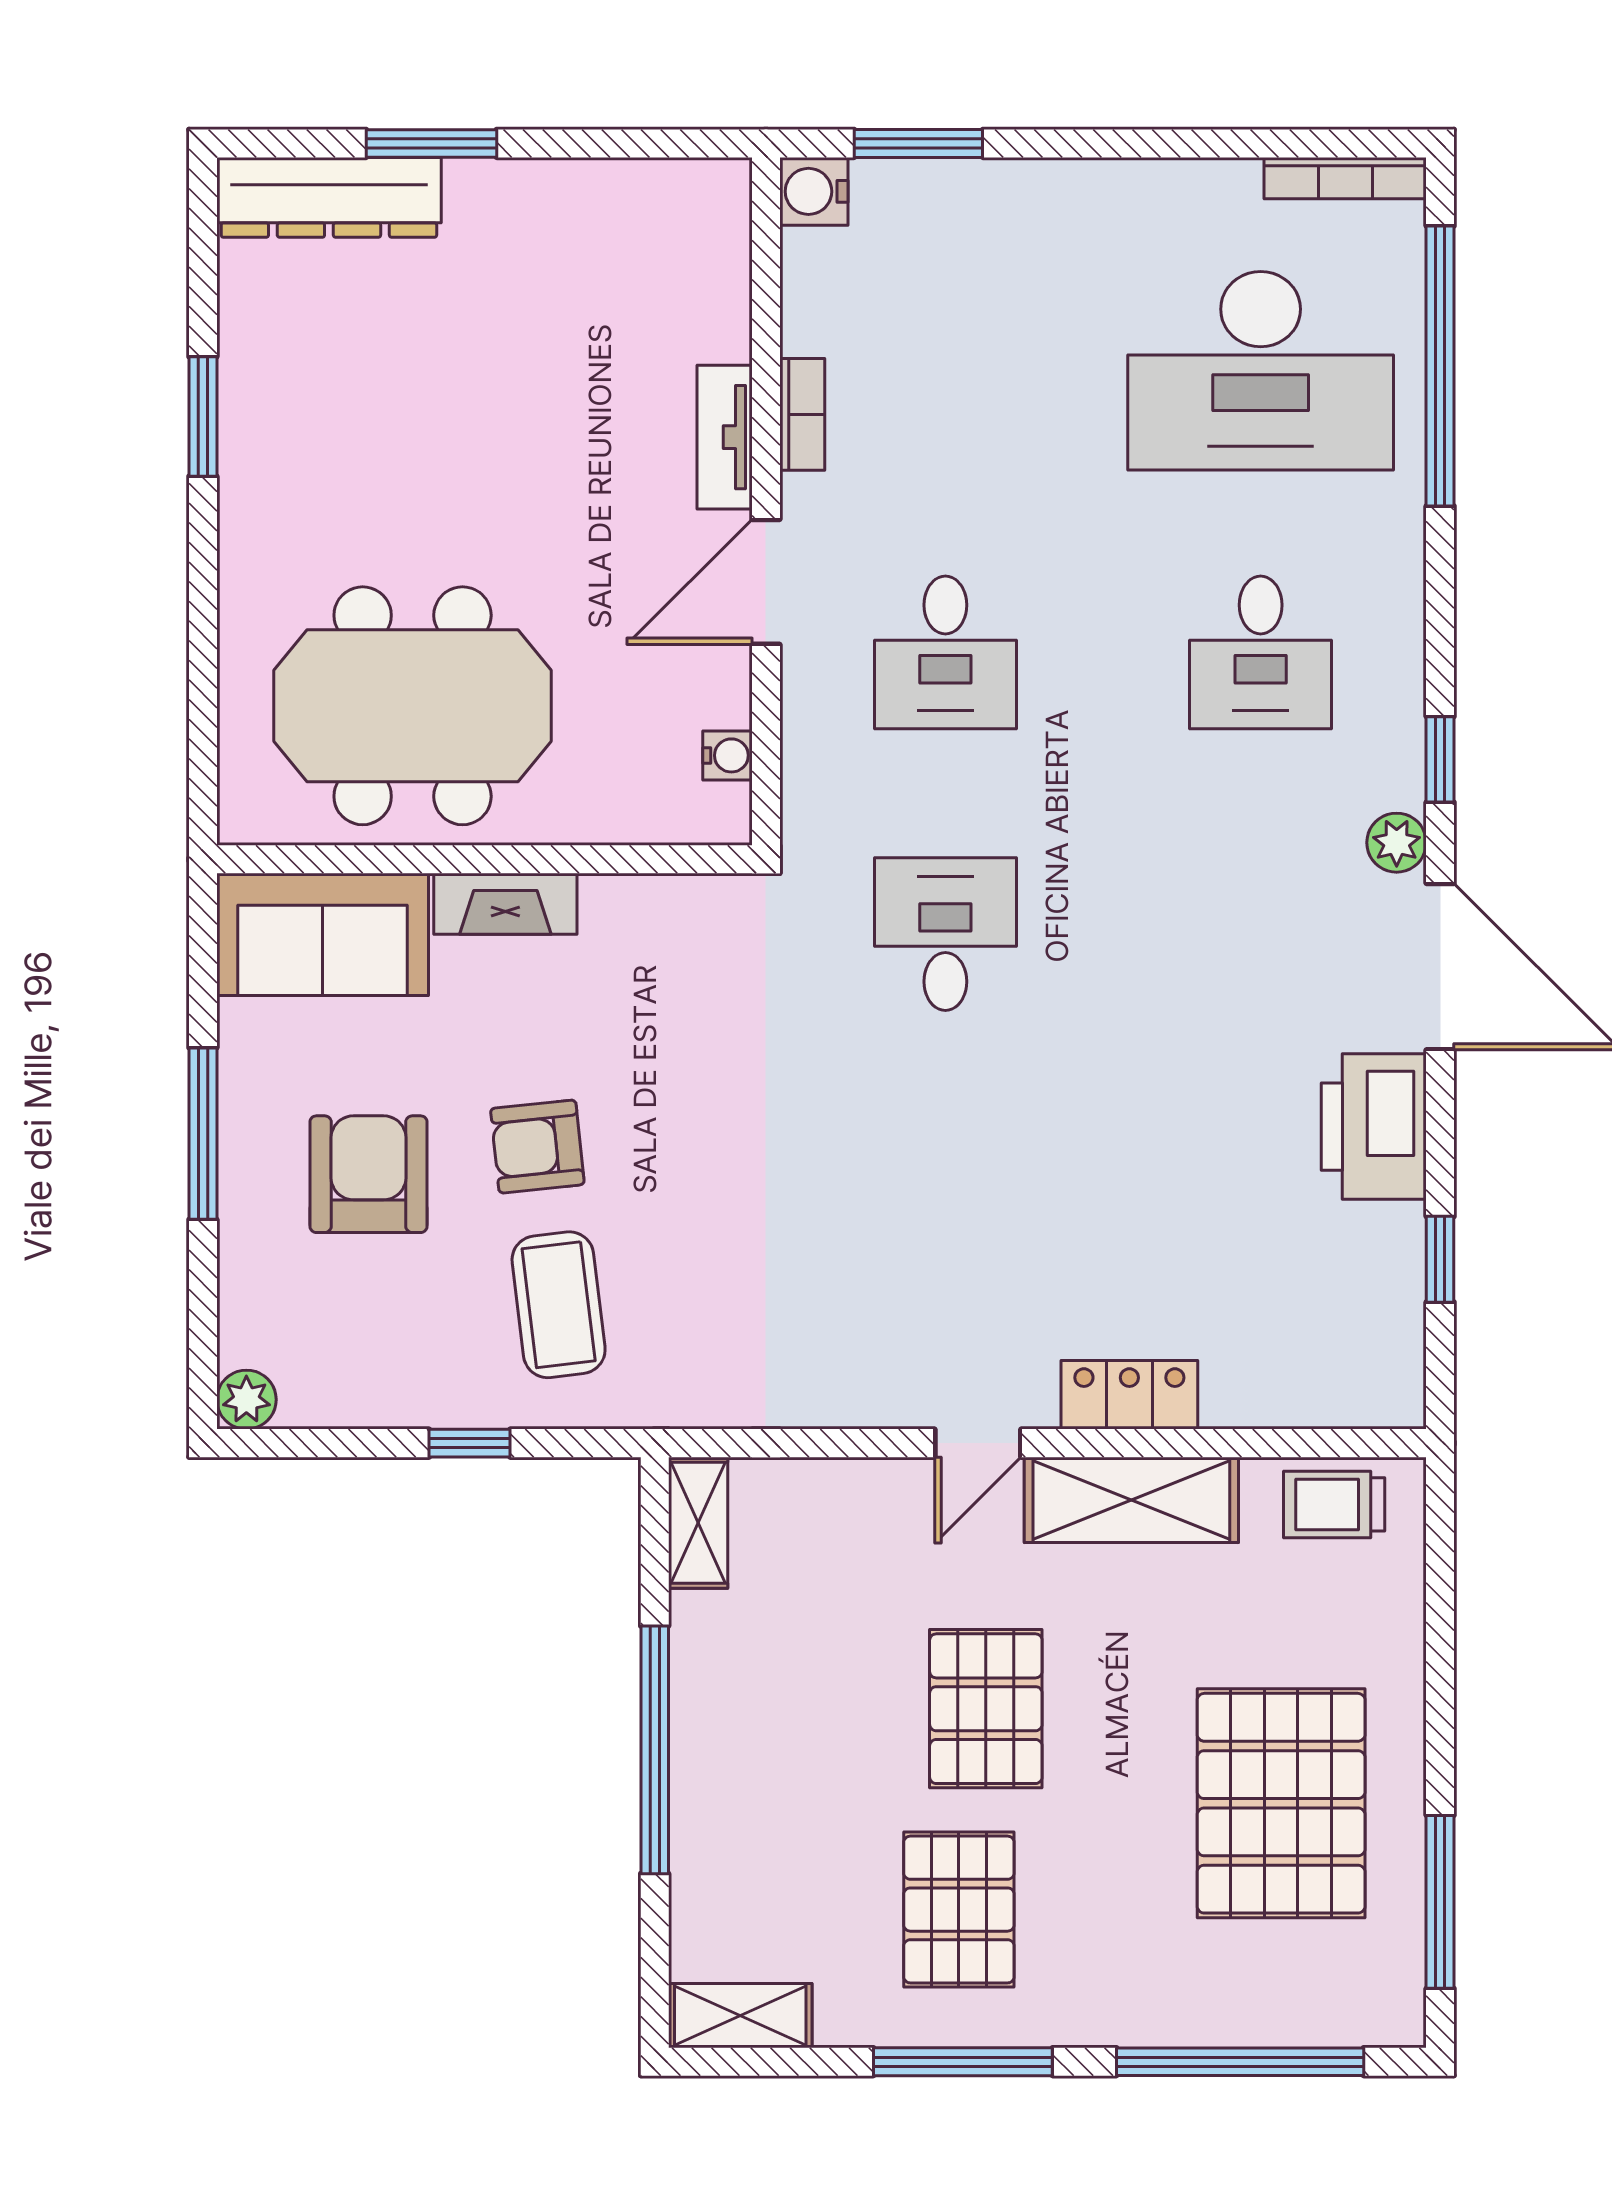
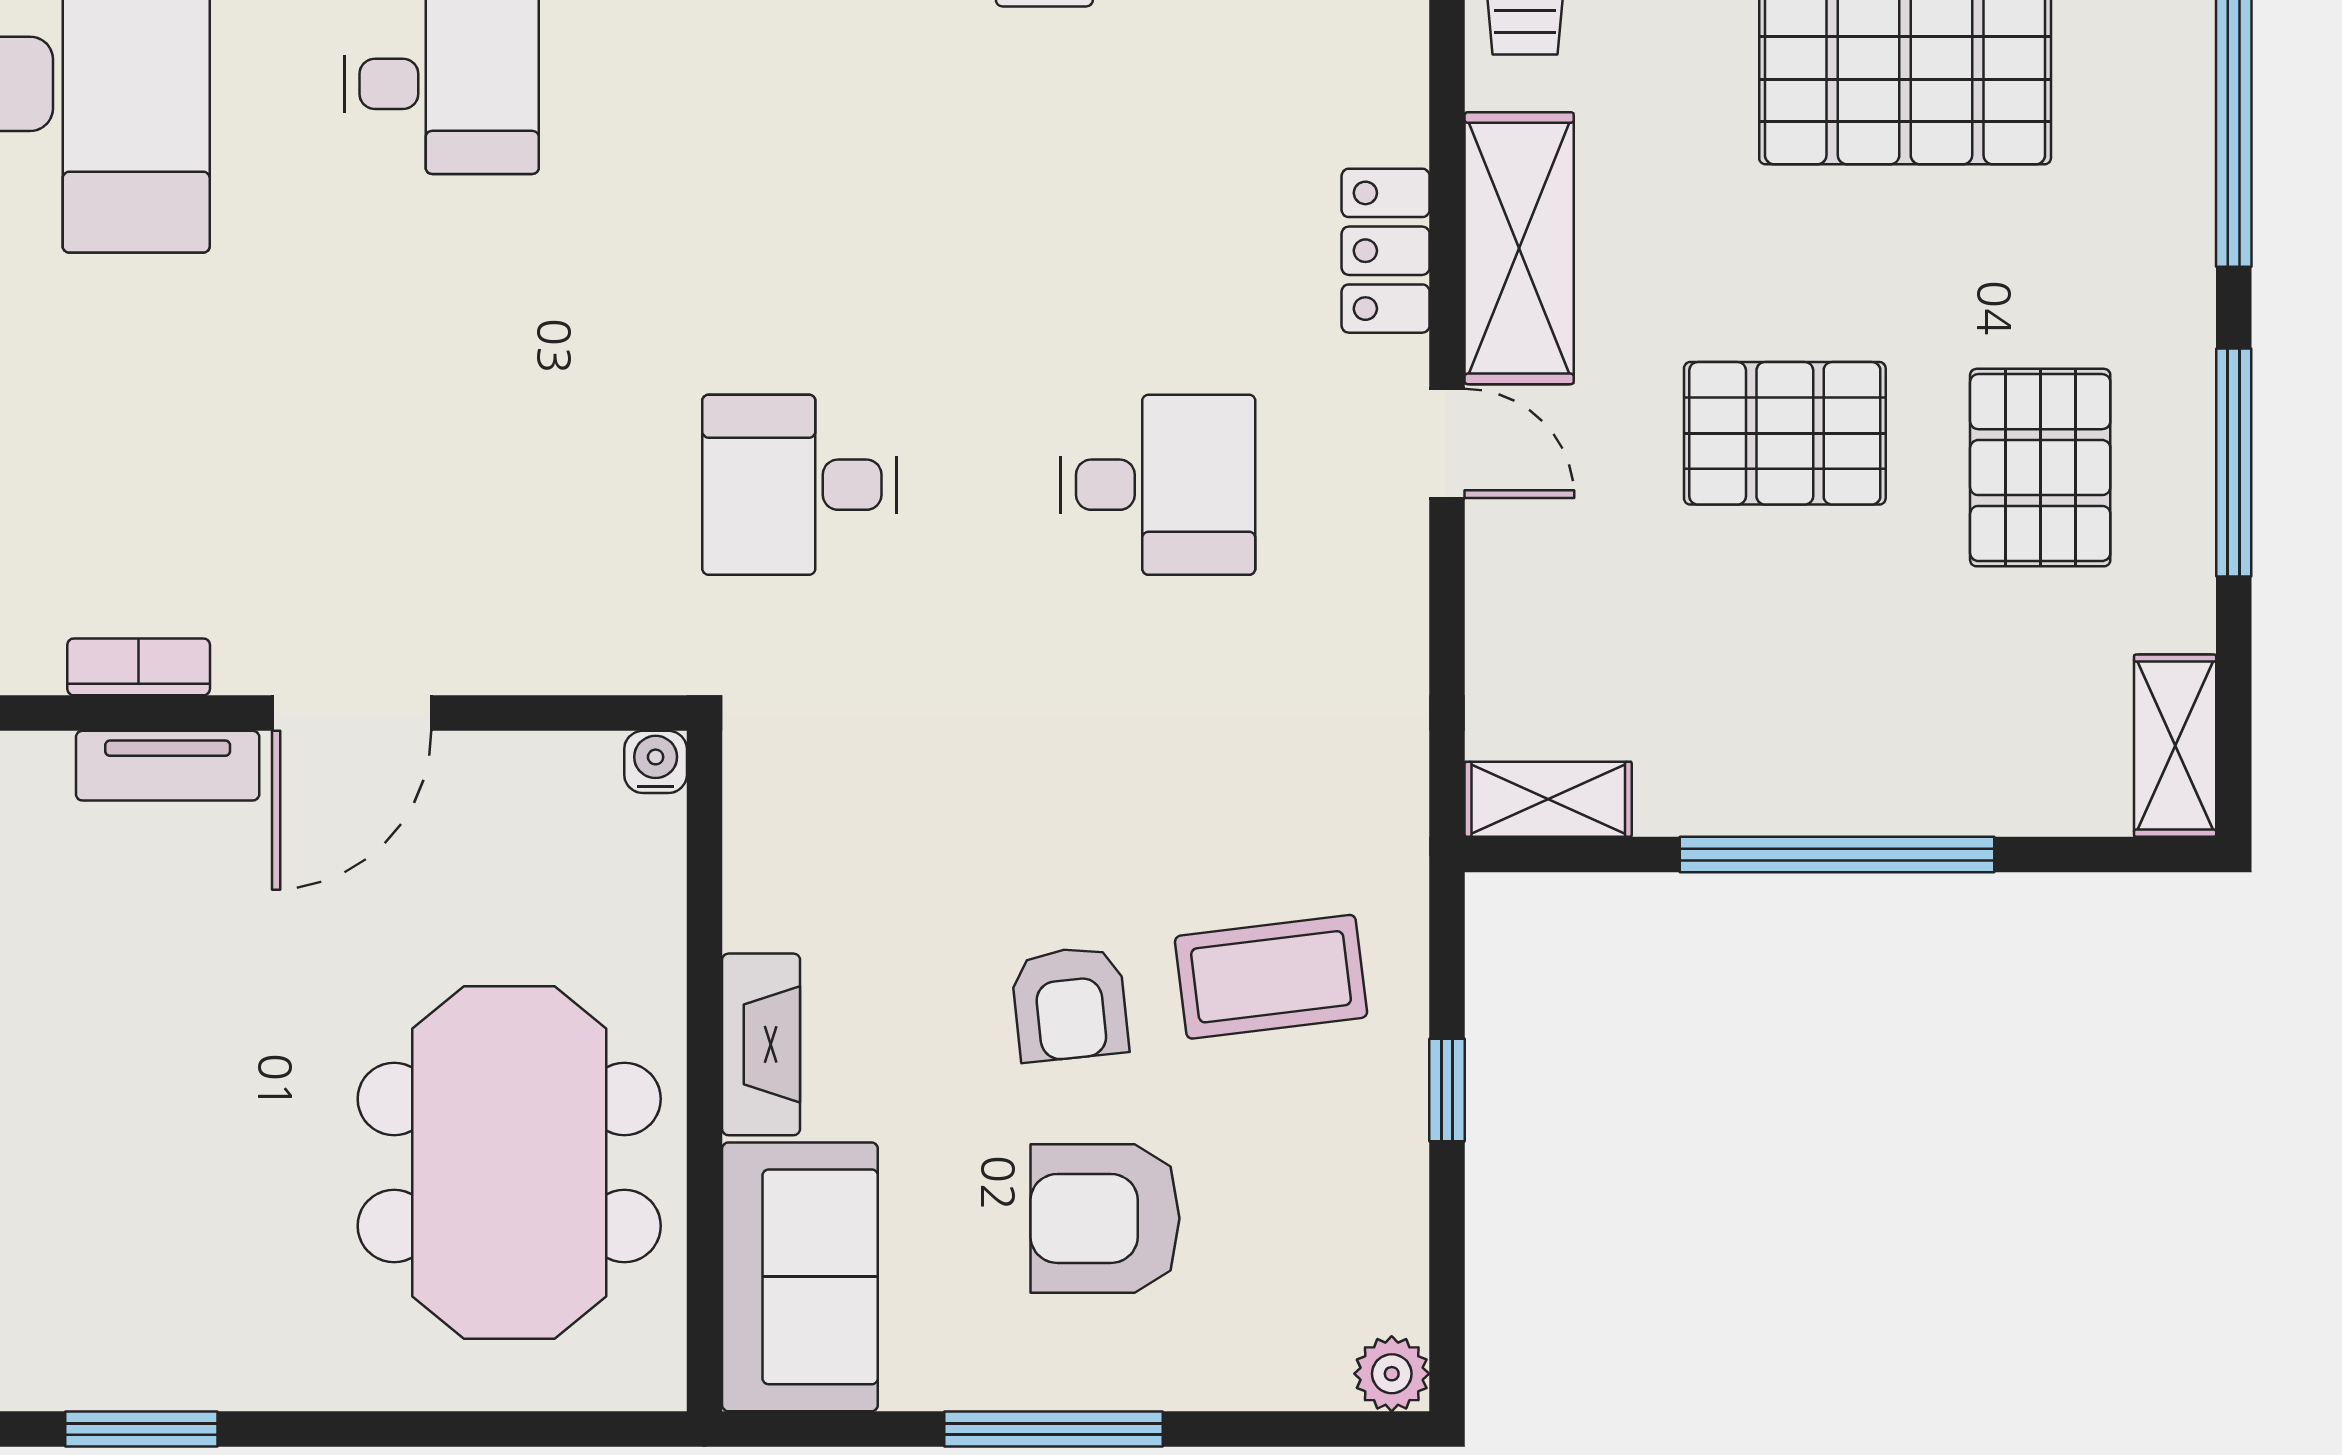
door: (766, 582) -> (352, 713), hinge flipped
desk: (945, 652) -> (1158, 485), moved
water cooler: (727, 755) -> (656, 762), moved
pallet: (959, 1910) -> (2040, 468), turned 90

